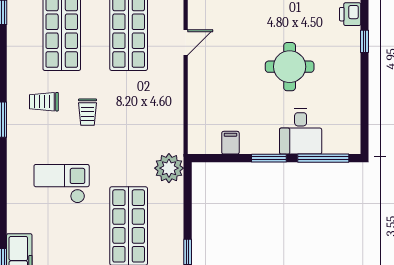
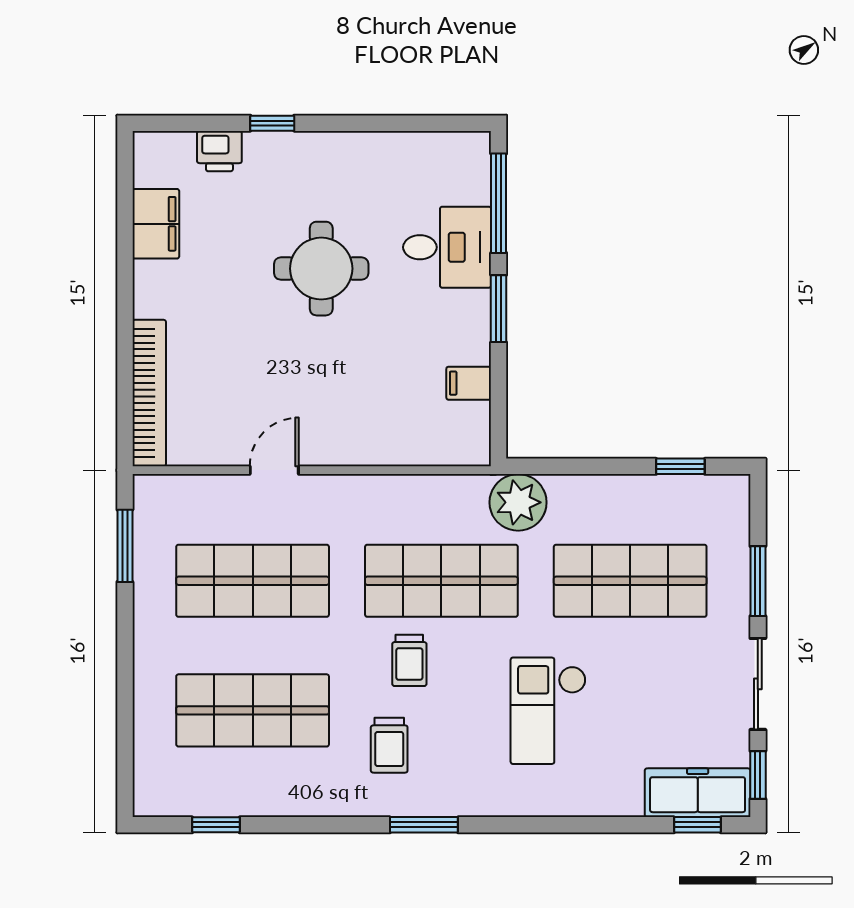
door: (186, 42) -> (274, 470), hinge flipped
trolley: (88, 112) -> (409, 660), turned 90
shop shelf: (129, 129) -> (441, 581), added

